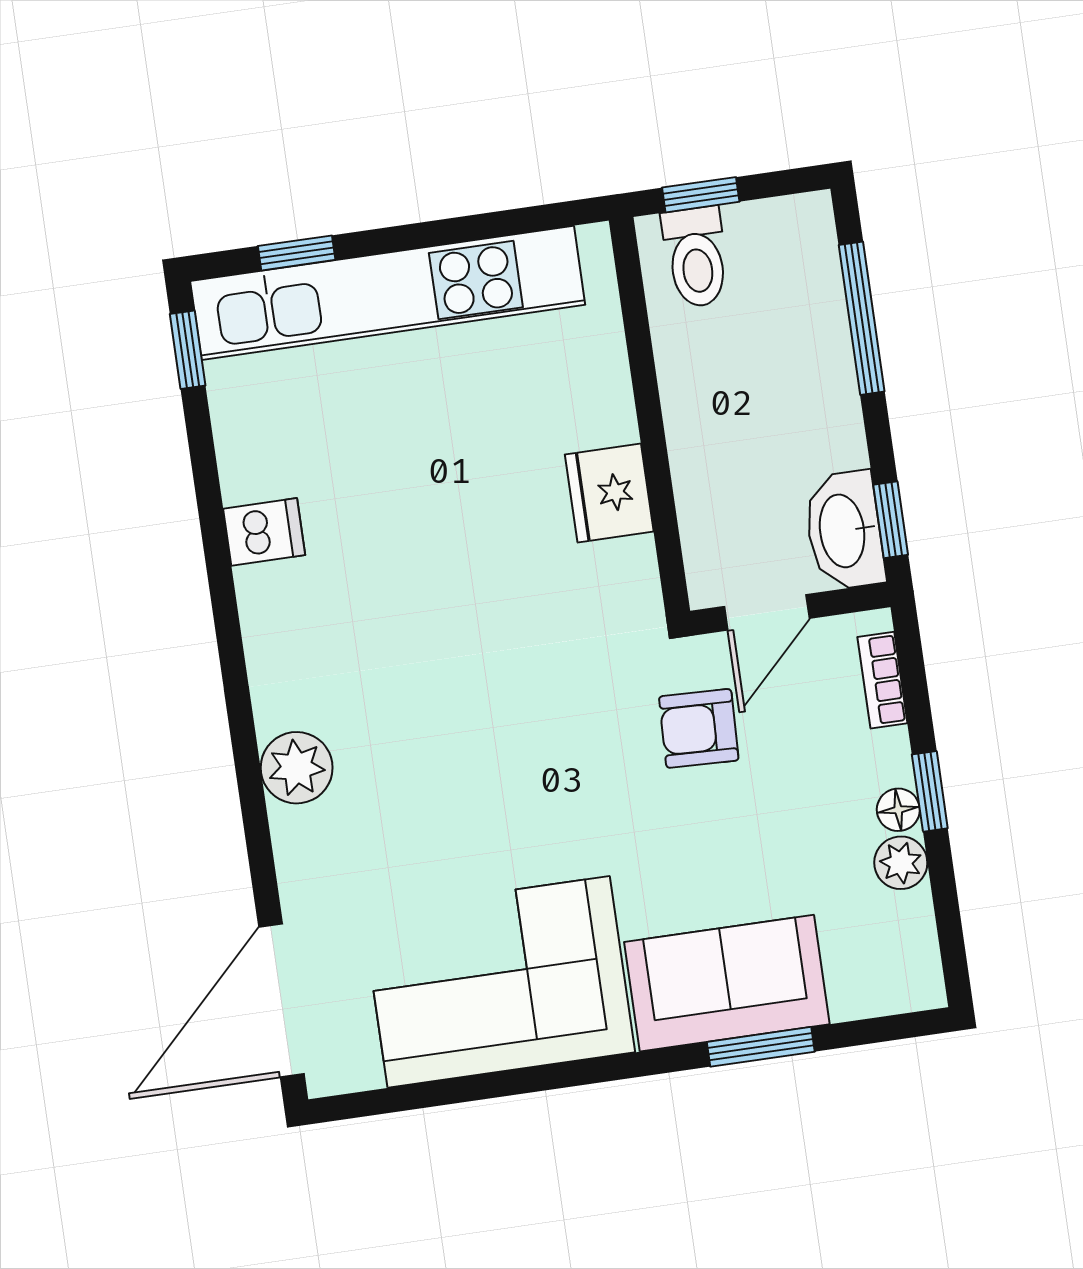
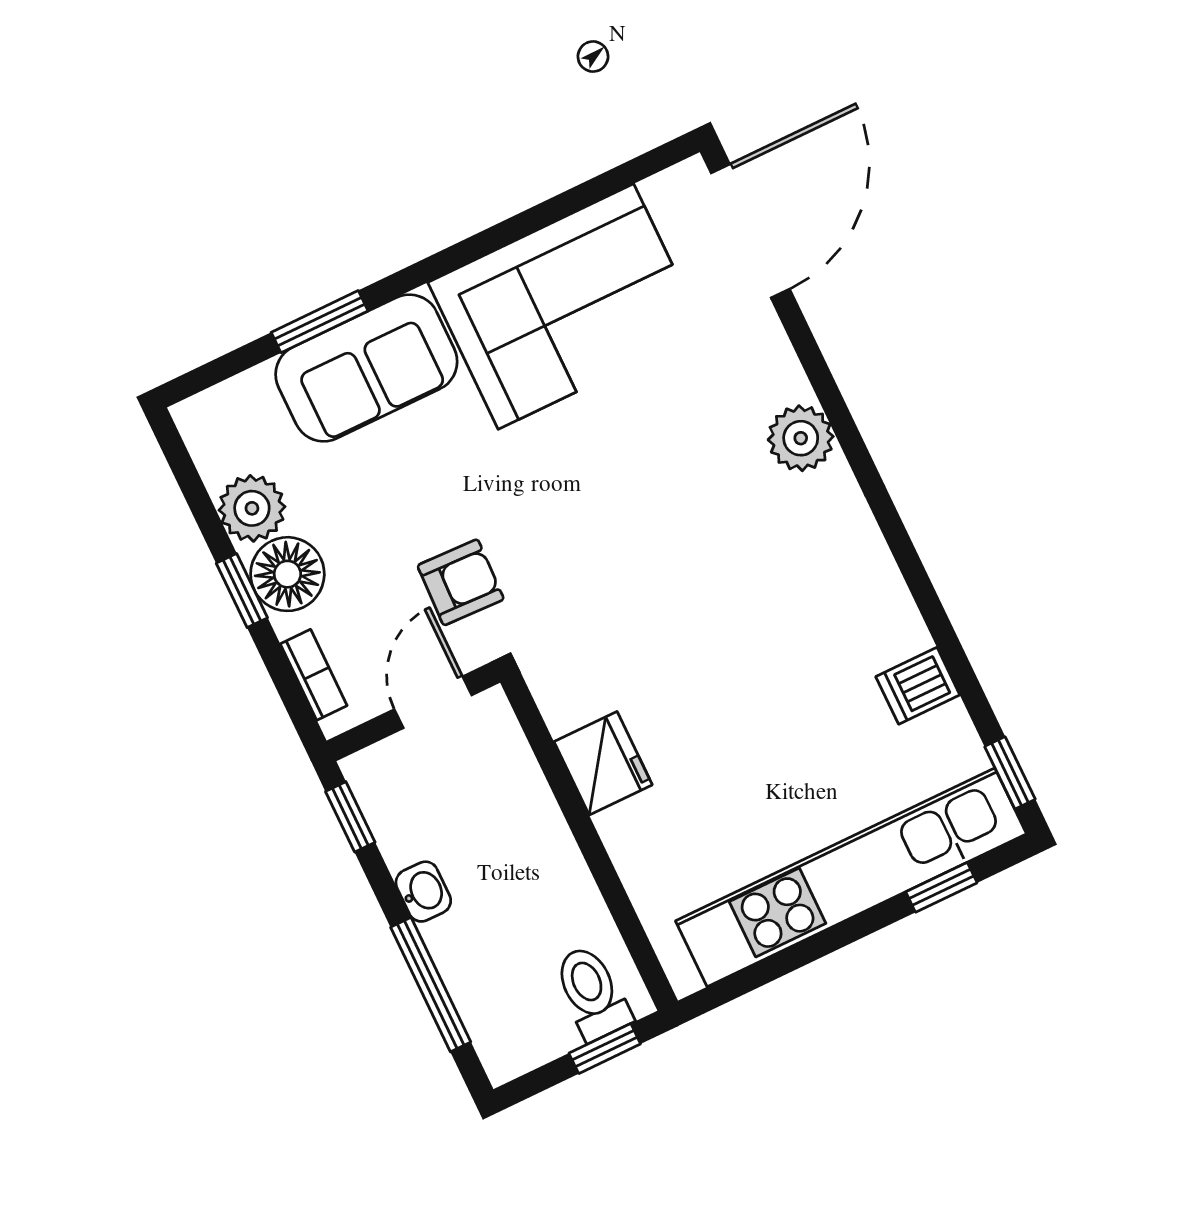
washbasin: (844, 531) -> (423, 892), moved, width x0.52, depth x0.69
dishwasher: (264, 532) -> (918, 686), moved
floor lamp: (898, 810) -> (287, 574), width x1.89, depth x1.89
plant: (901, 863) -> (252, 508), width x1.38, depth x1.38

